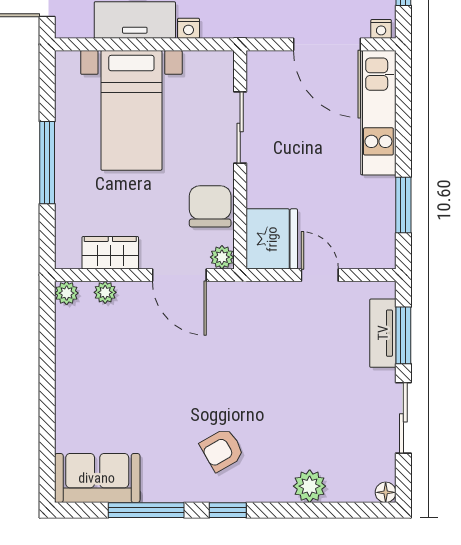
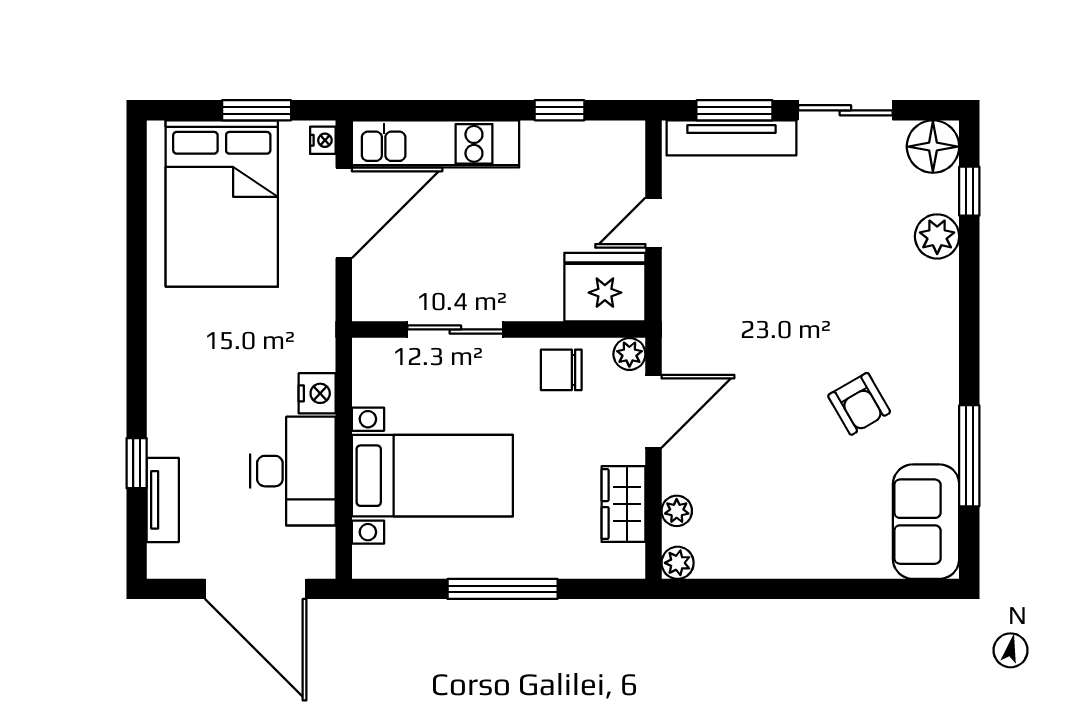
nightstand: (188, 28) -> (317, 393), width x1.39, depth x1.35
window: (403, 205) -> (559, 110), width x0.67
chair: (210, 206) -> (561, 370), width x0.73, depth x0.73
tv unit: (383, 333) -> (731, 138), width x1.41
armchair: (222, 450) -> (859, 404), moved
floor lamp: (386, 492) -> (933, 147), width x1.89, depth x1.89
window: (228, 510) -> (969, 191), moved

